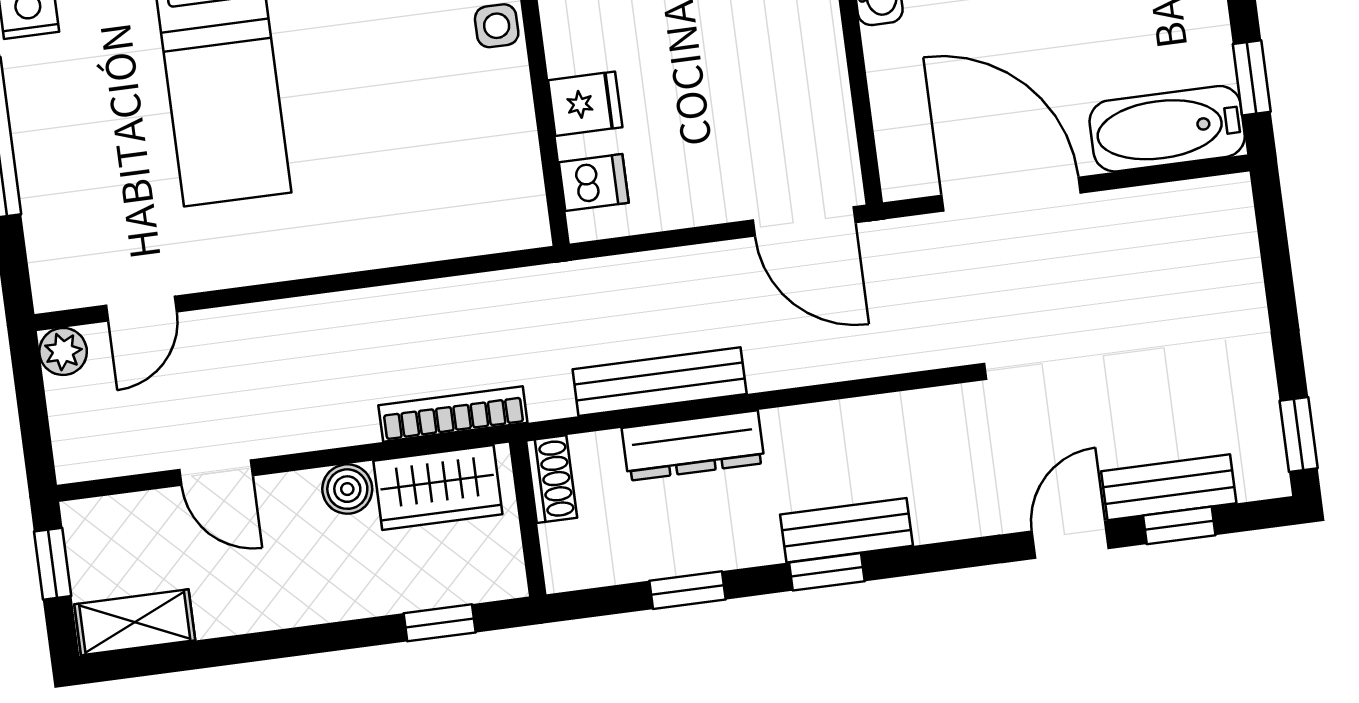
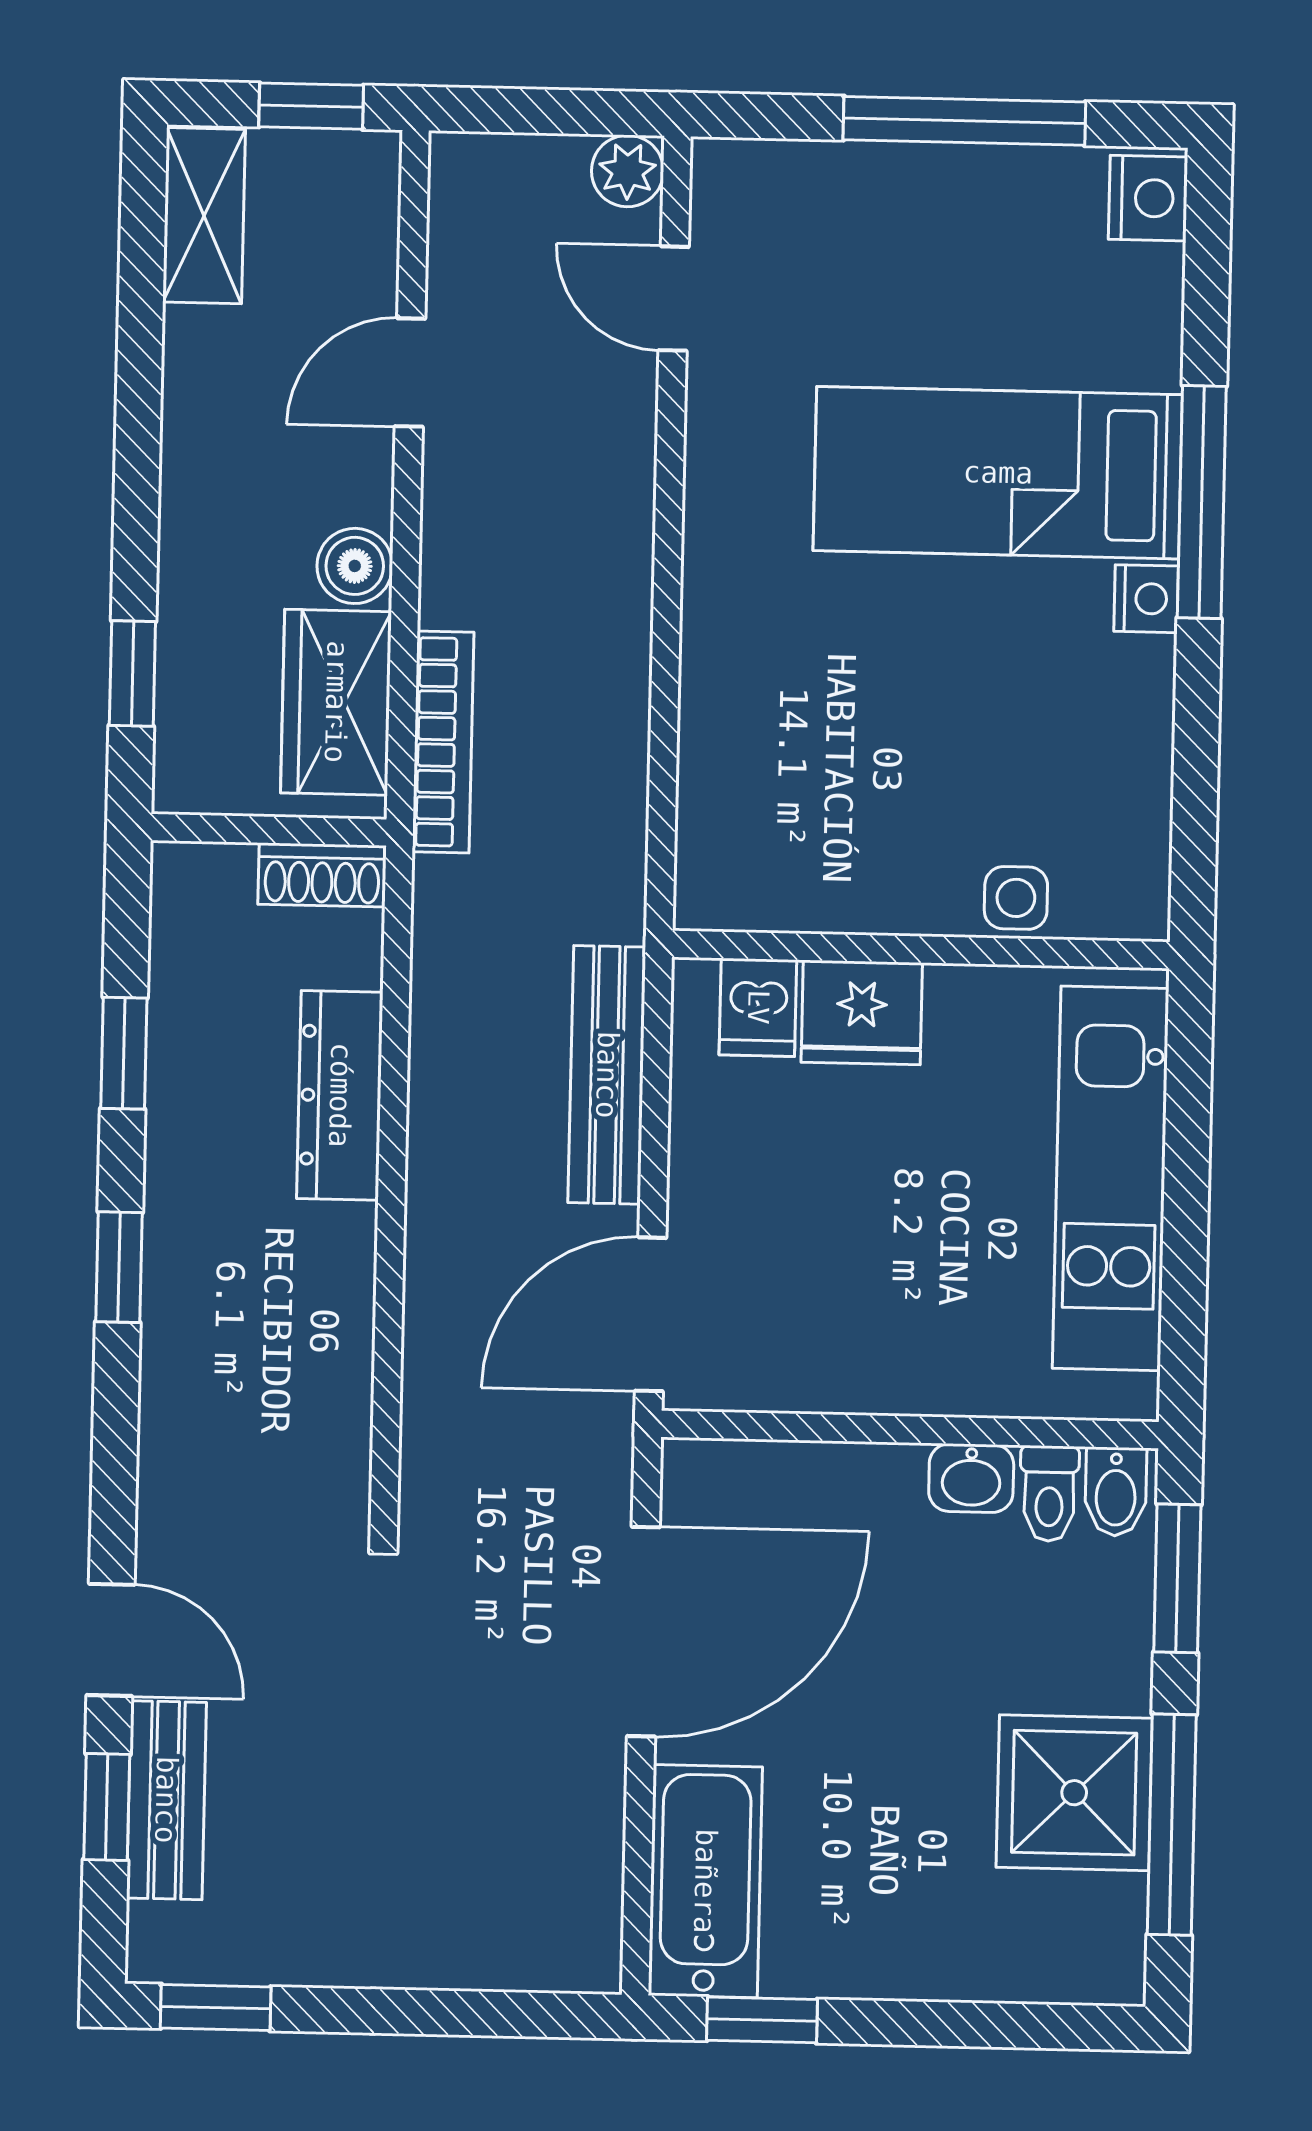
fridge: (585, 104) -> (862, 1012), width x1.38
bench: (660, 382) -> (607, 1075), moved
bench: (847, 530) -> (177, 1306), removed

